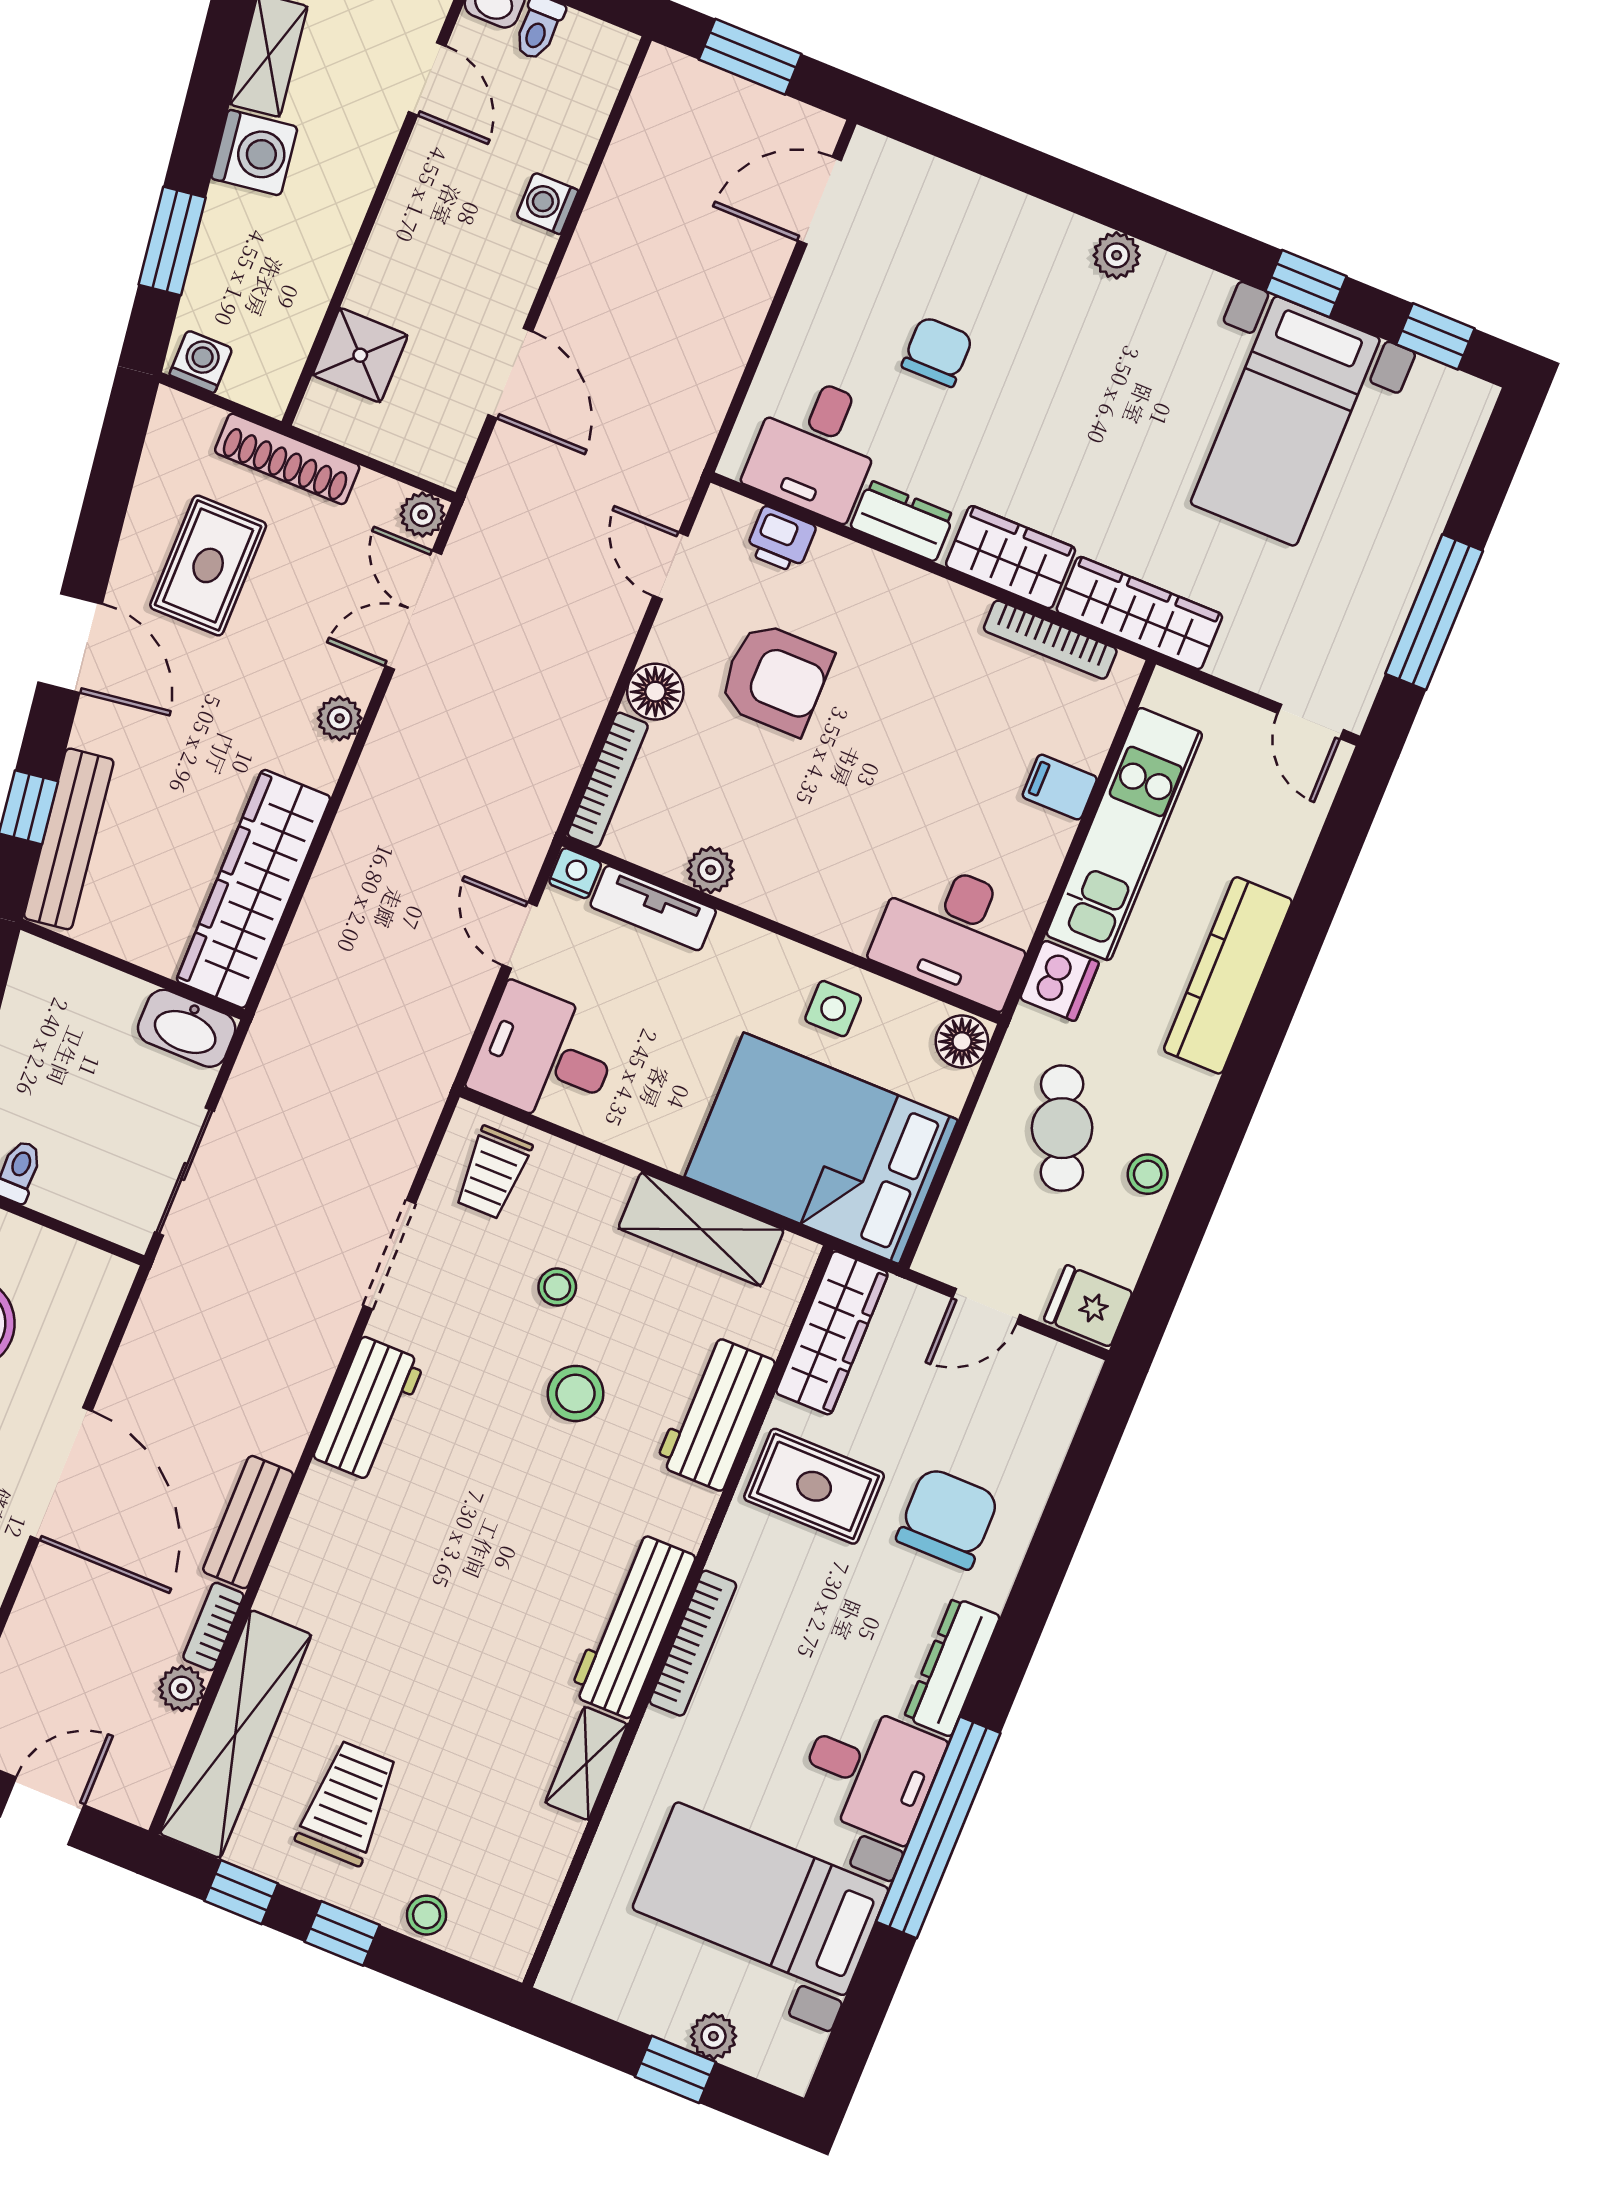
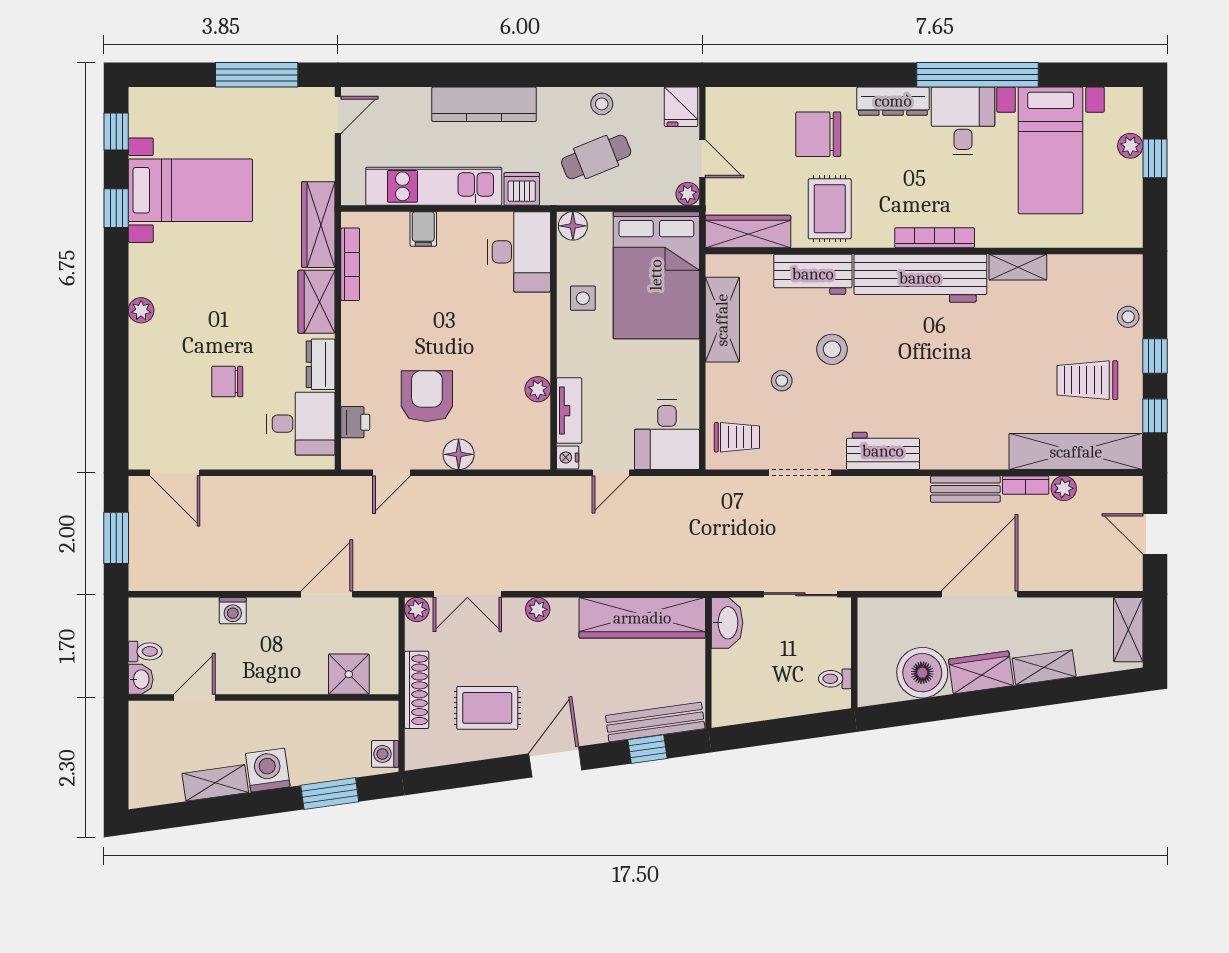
bookcase: (608, 780) -> (513, 460), removed
plant: (937, 1257) -> (688, 194), added
workbench: (632, 1625) -> (920, 278), width x1.36, depth x1.32

